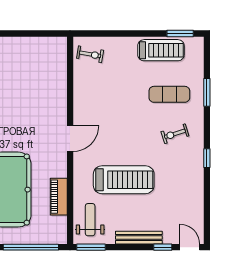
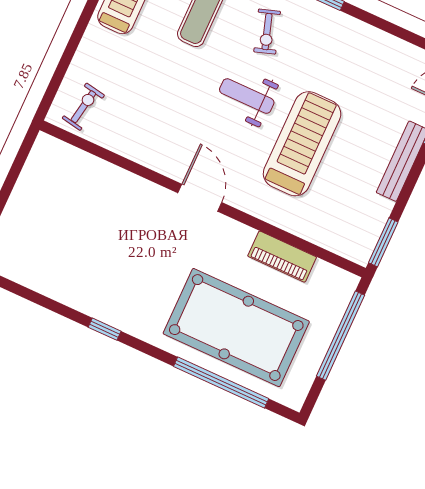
weight bench: (90, 220) -> (247, 96), moved

